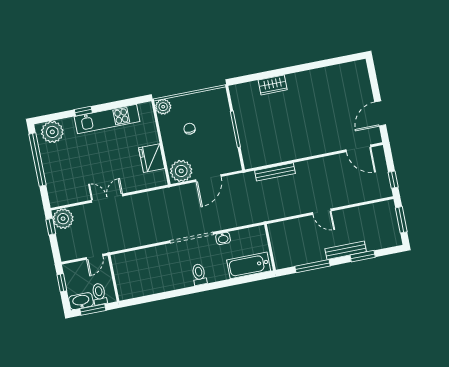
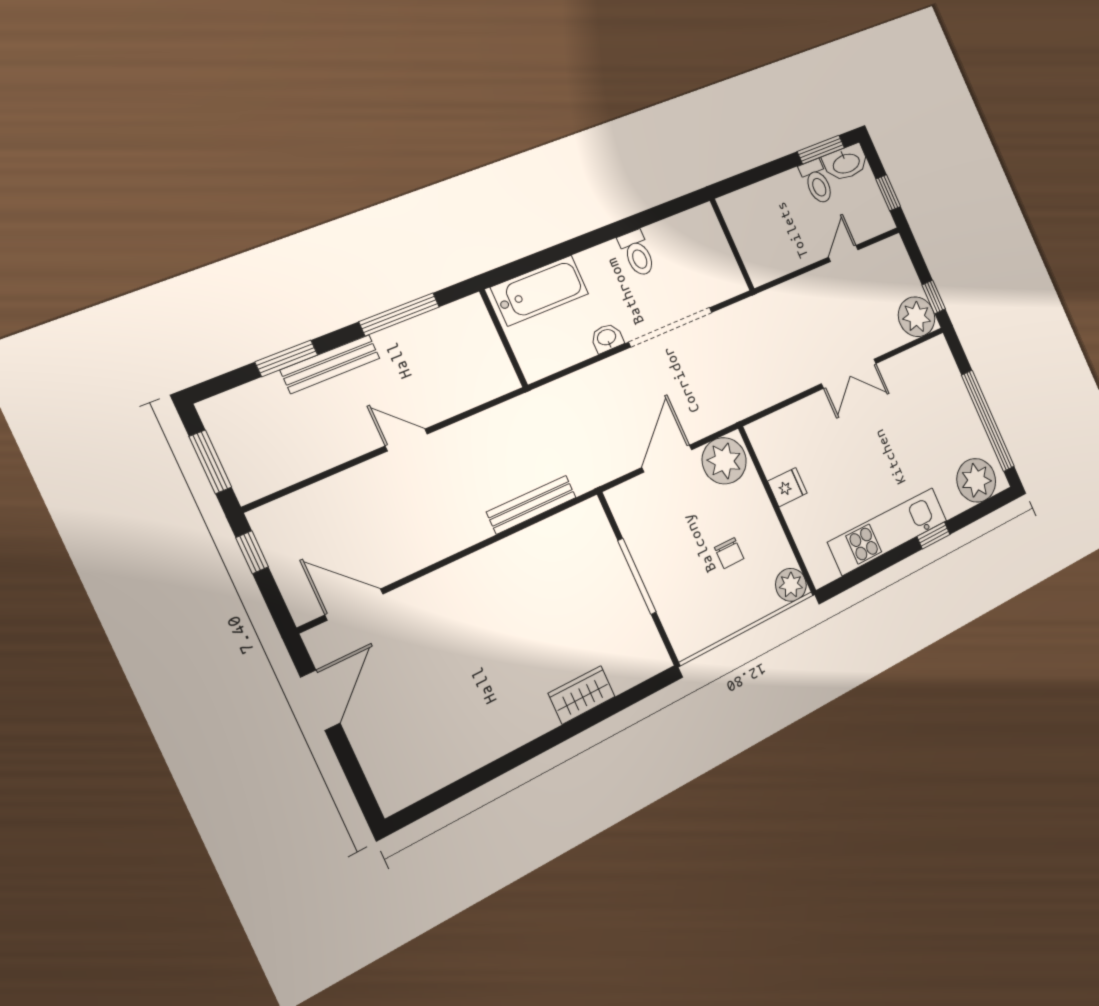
fridge: (152, 158) -> (787, 487), width x0.53, depth x0.75
wall: (114, 278) -> (732, 245), moved

